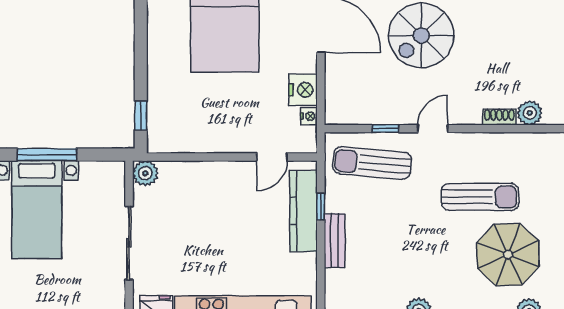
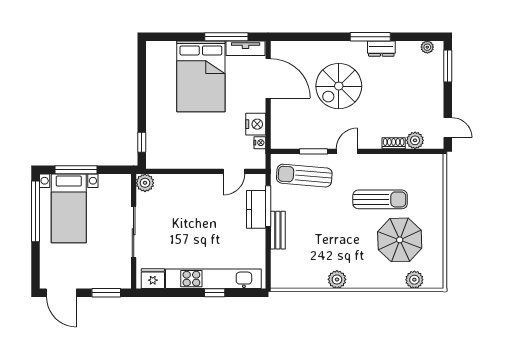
window: (385, 129) -> (314, 151), width x1.50
window: (321, 207) -> (268, 206), width x2.17
kitchen counter: (304, 211) -> (256, 209), width x0.67

